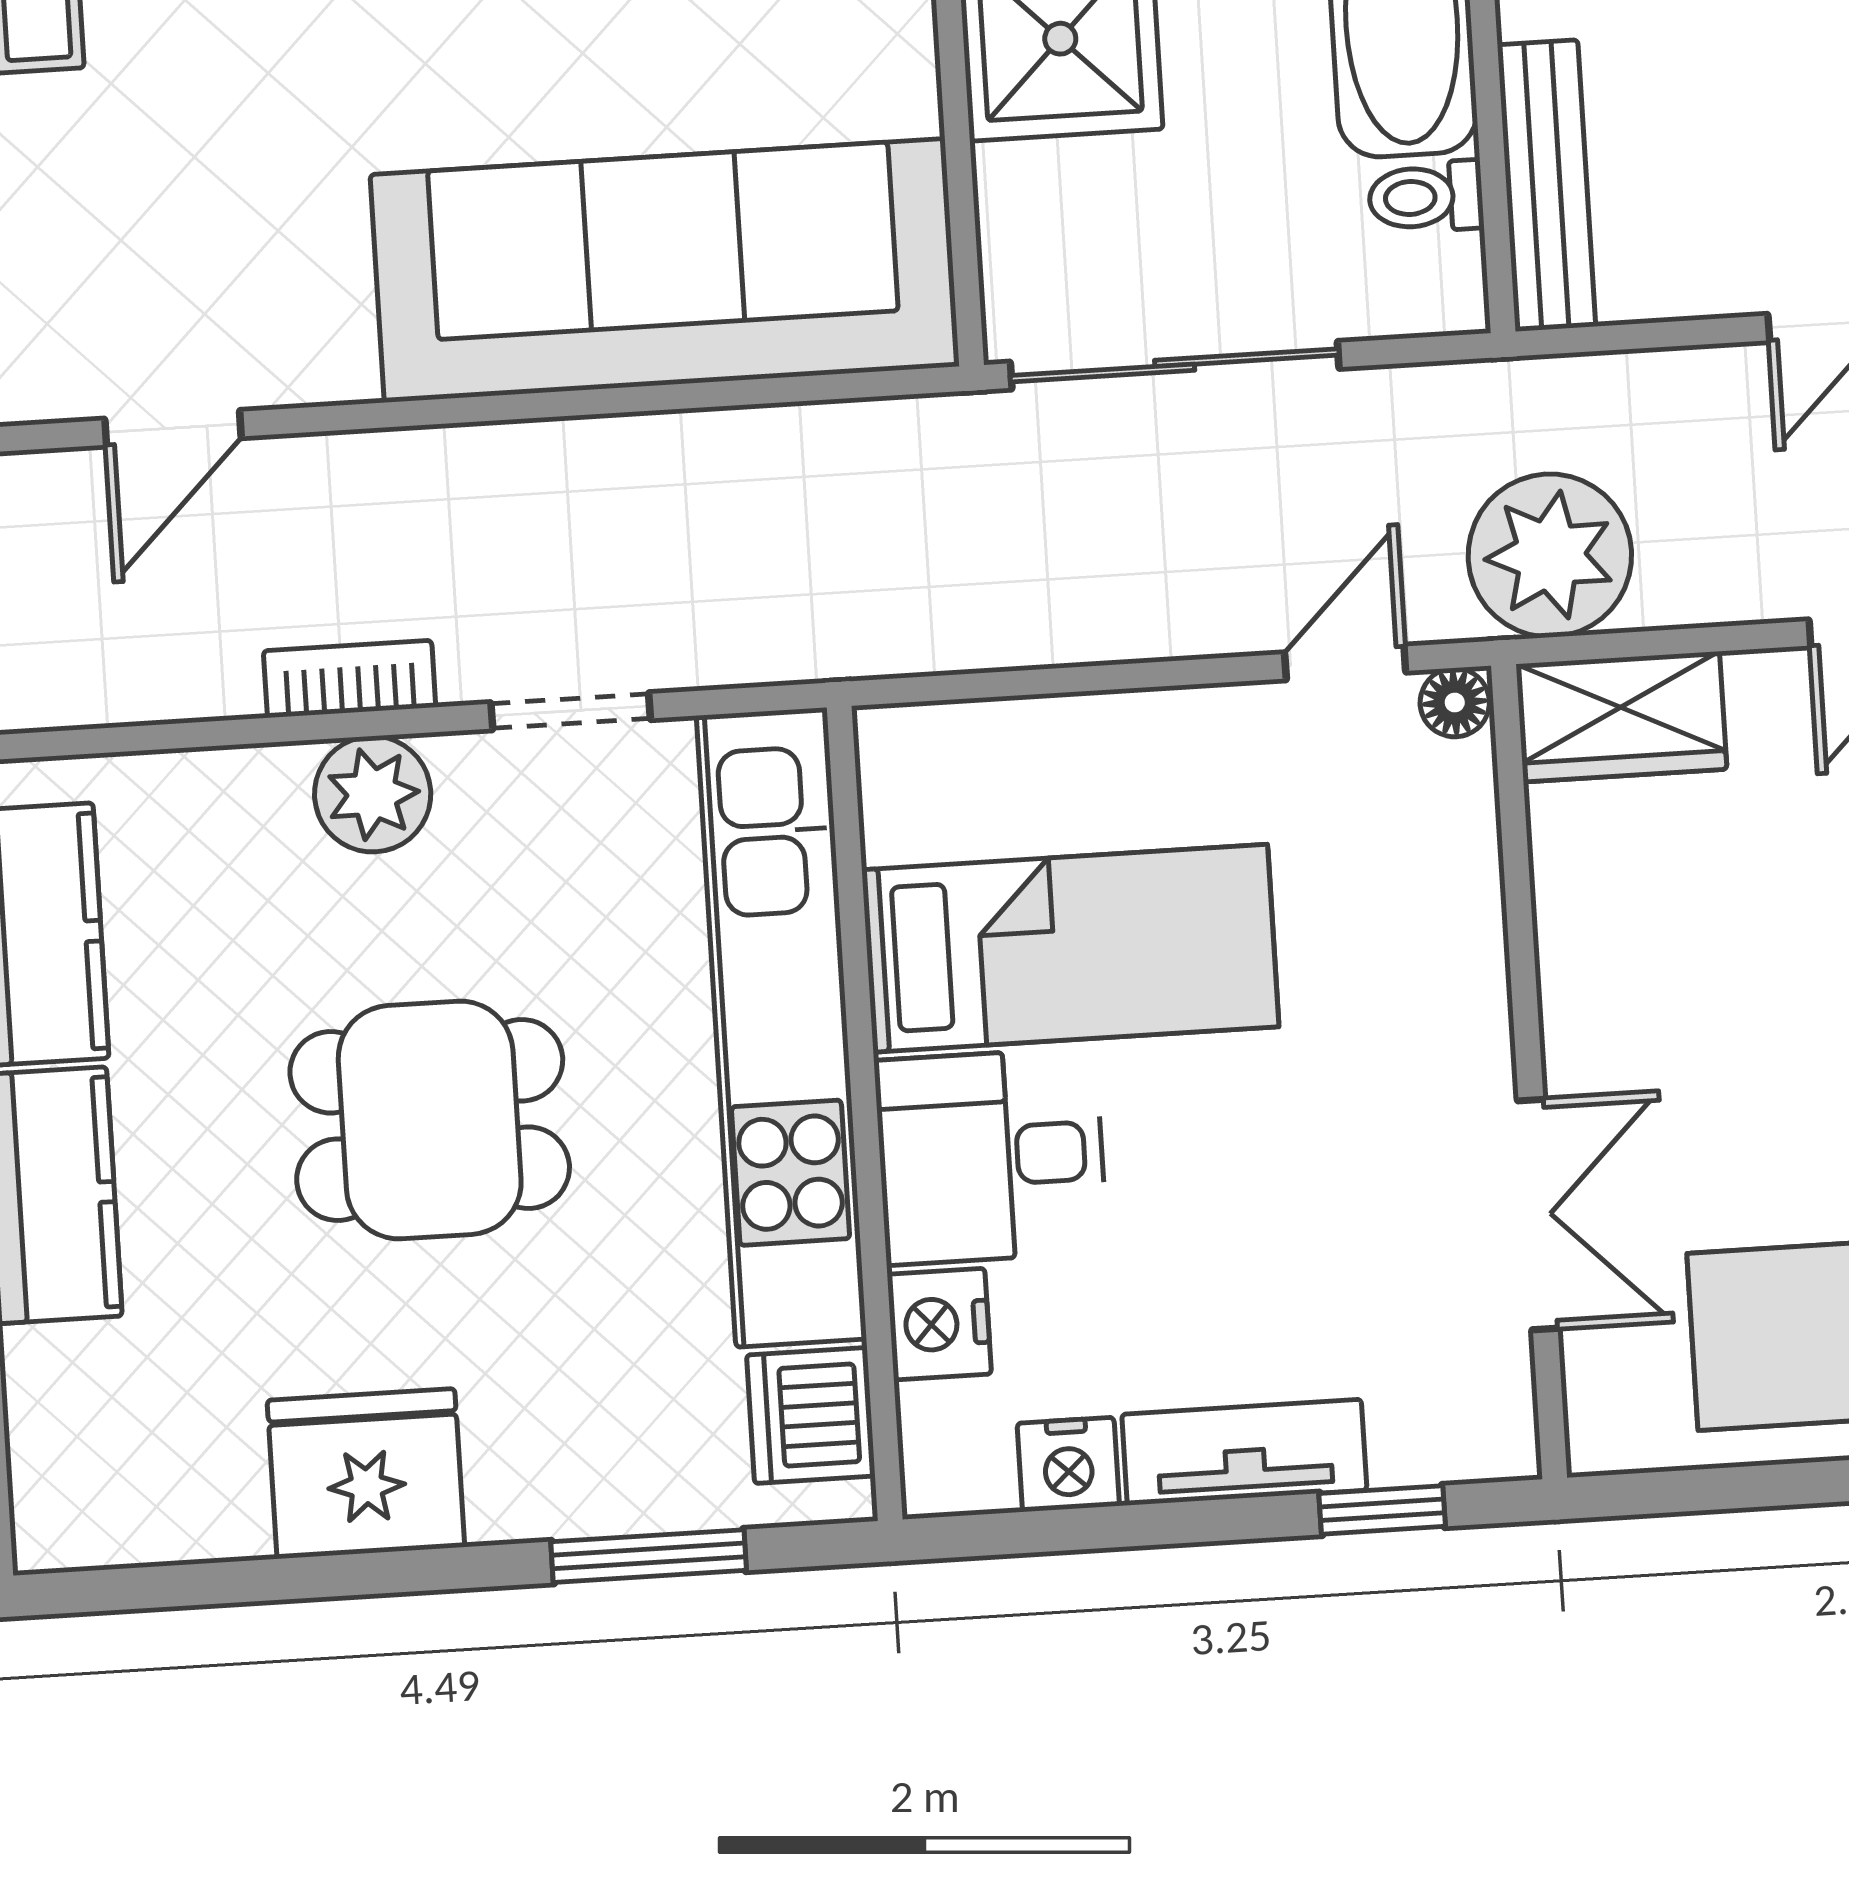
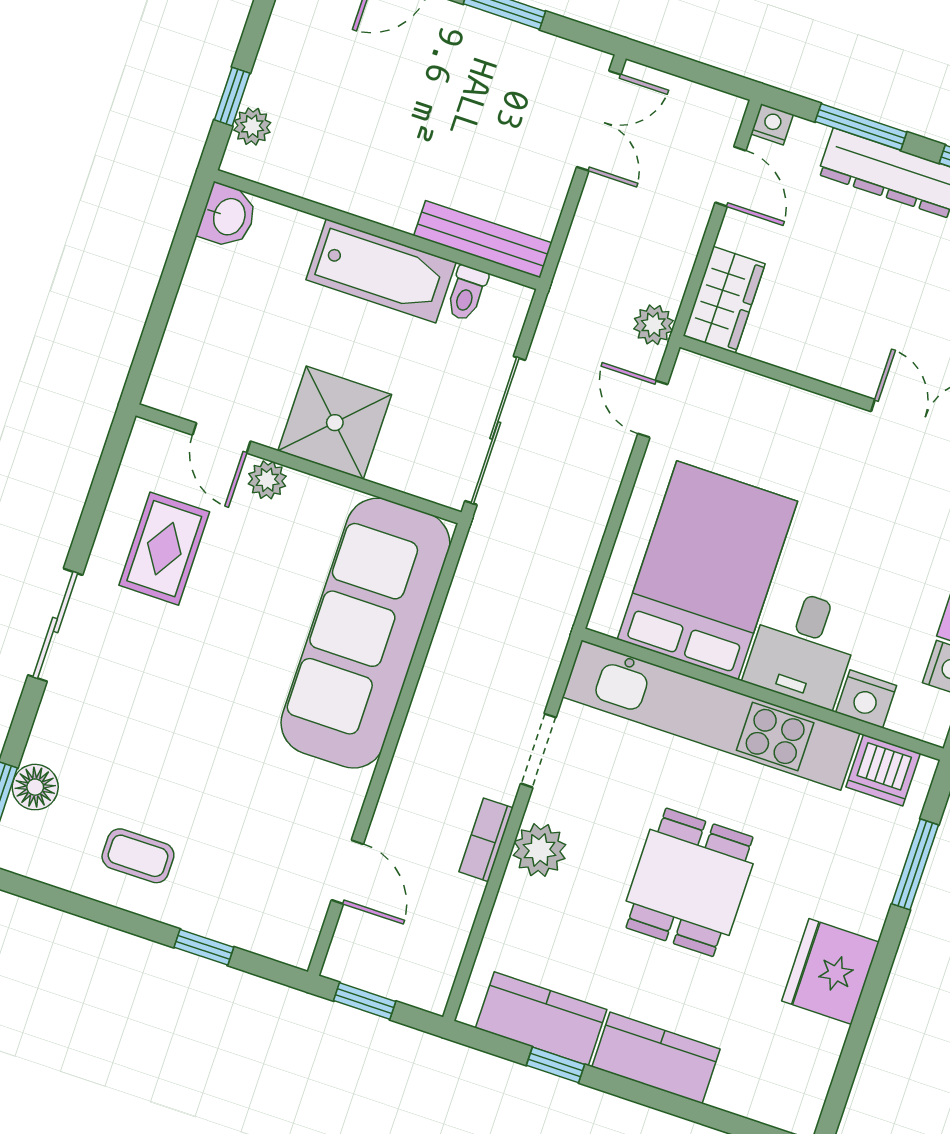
plant: (1550, 555) -> (654, 325), width x0.53, depth x0.53
floor lamp: (1455, 703) -> (689, 369), removed
bed: (1070, 948) -> (707, 570), width x1.50

